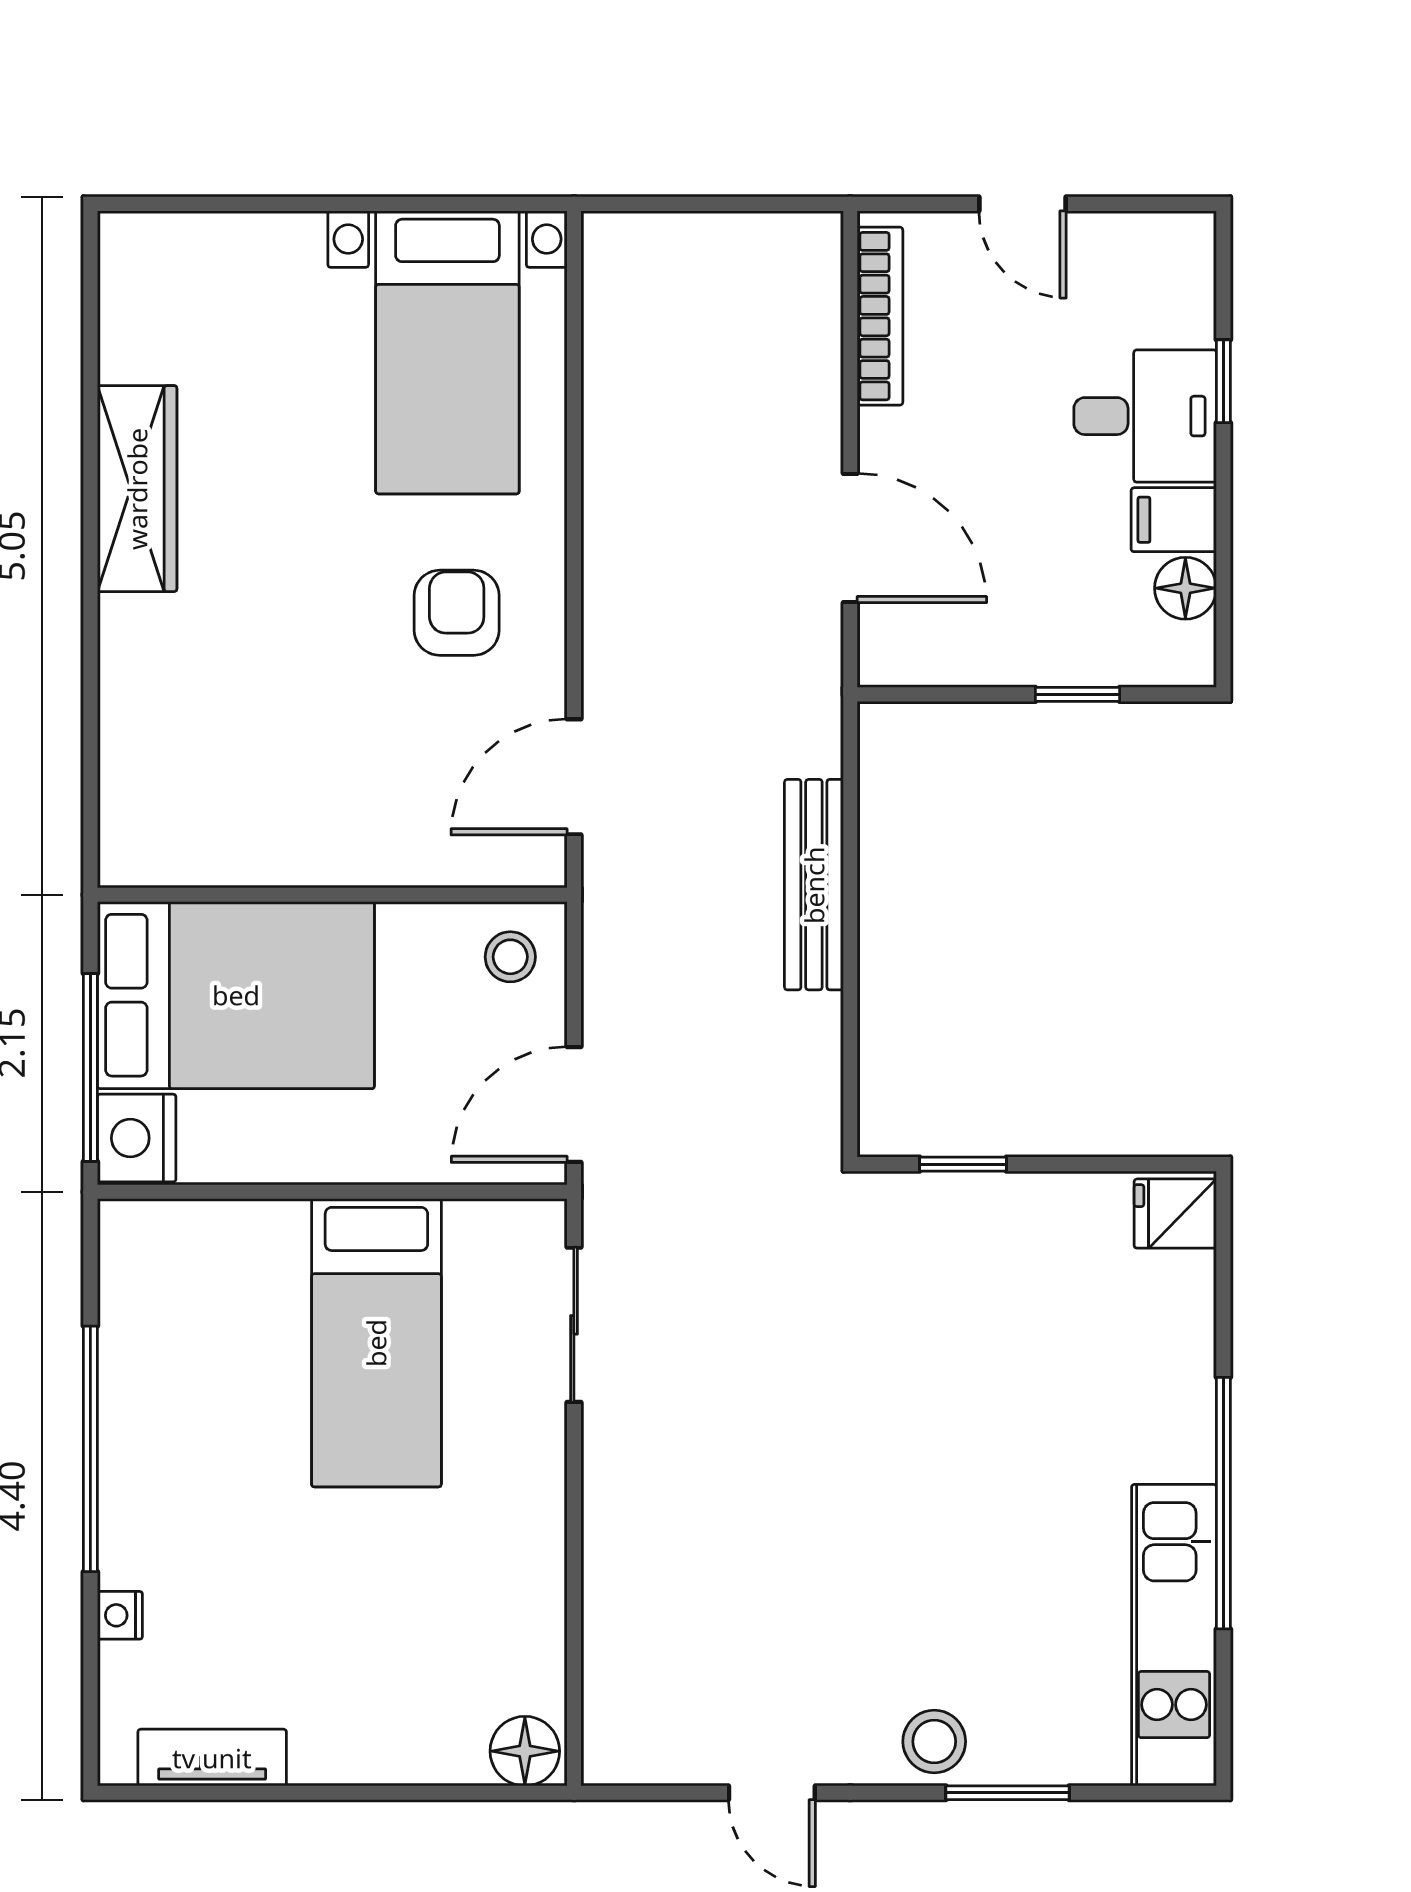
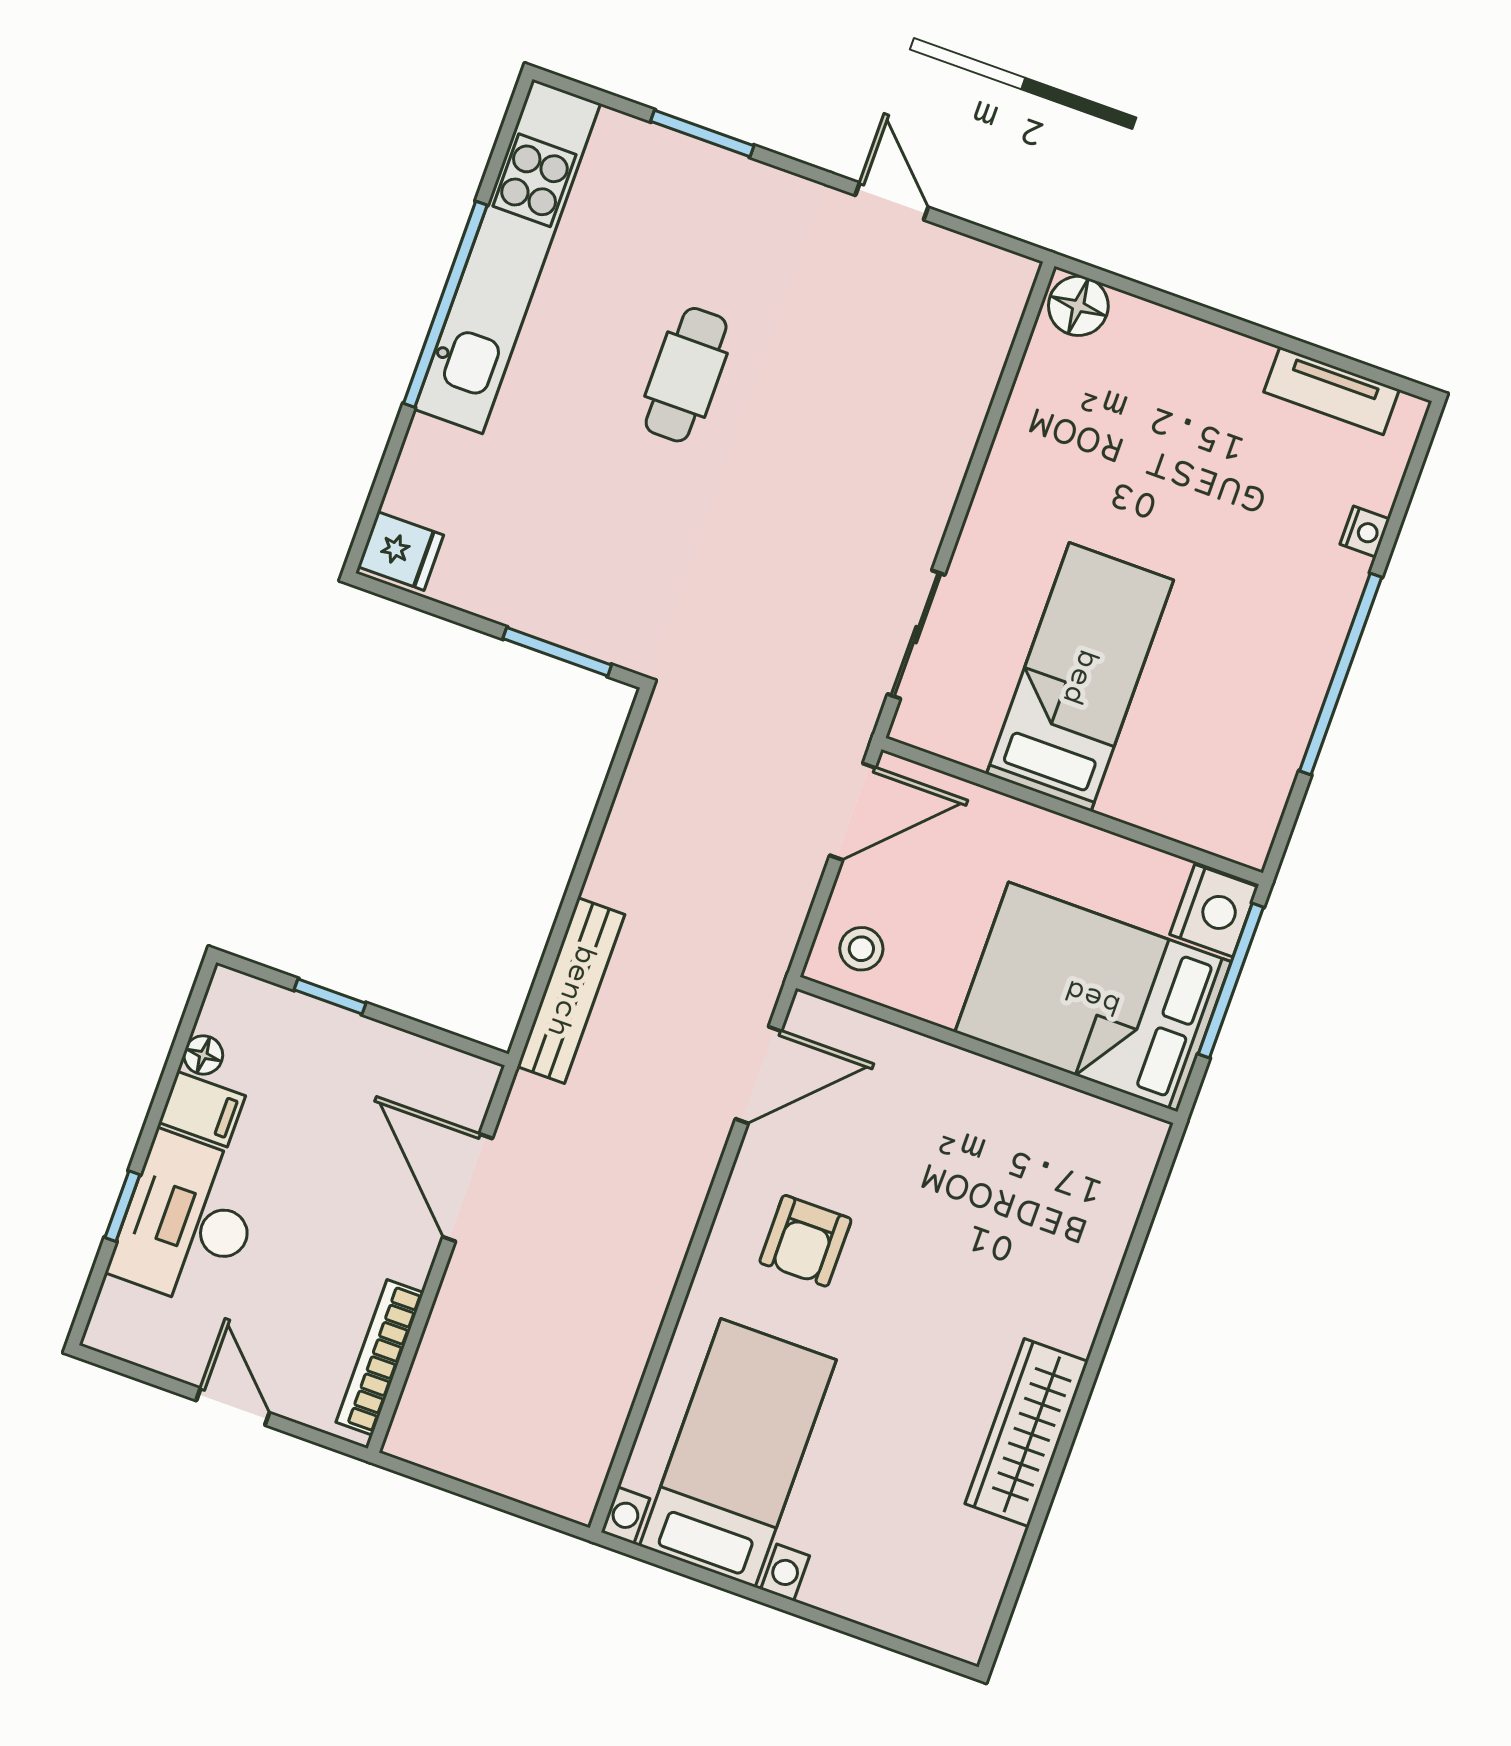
desk: (1145, 416) -> (188, 1221), width x1.37
floor lamp: (1185, 588) -> (203, 1055), width x0.73, depth x0.73
bench: (814, 885) -> (571, 991), moved
window: (963, 1164) -> (557, 652), width x1.50
cafe table: (930, 1520) -> (686, 375), added
kitchen unit: (1174, 1635) -> (507, 256), width x1.36
stool: (934, 1742) -> (746, 196), removed

